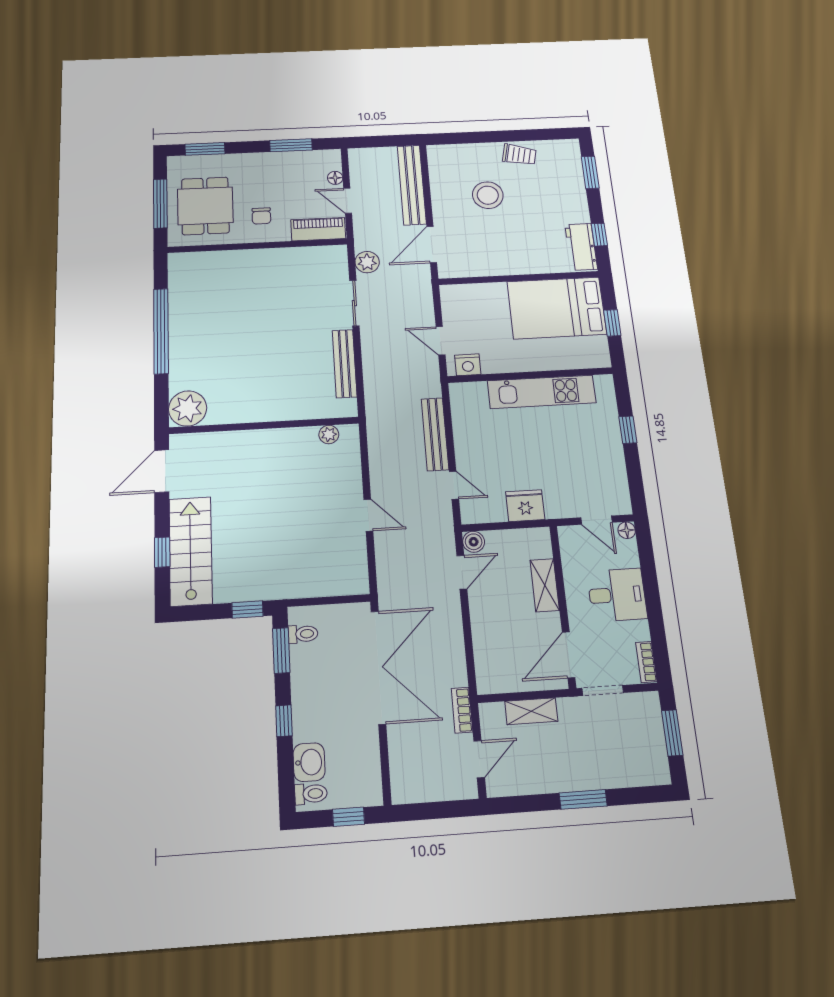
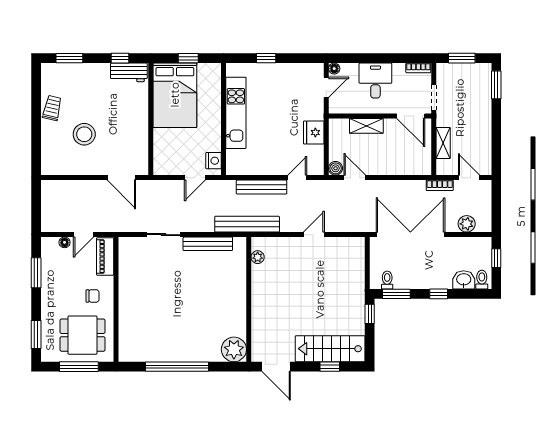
bench: (412, 185) -> (247, 224), moved
plant: (367, 262) -> (467, 224), moved
window: (583, 799) -> (496, 85), moved

